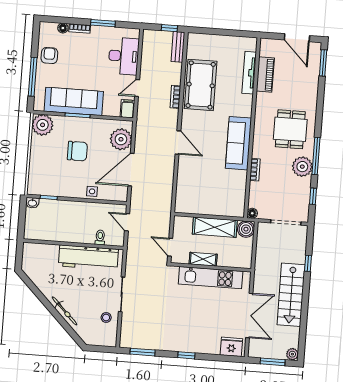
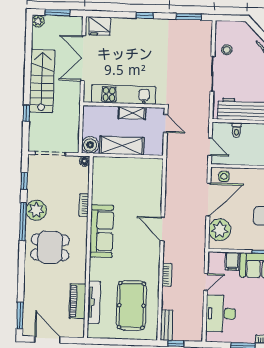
pool table: (201, 85) -> (131, 305), moved
filing cabinet: (127, 109) -> (232, 261), moved
dining table: (290, 129) -> (50, 247), turned 90
side table: (92, 191) -> (224, 176), moved

